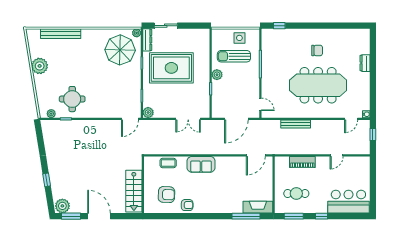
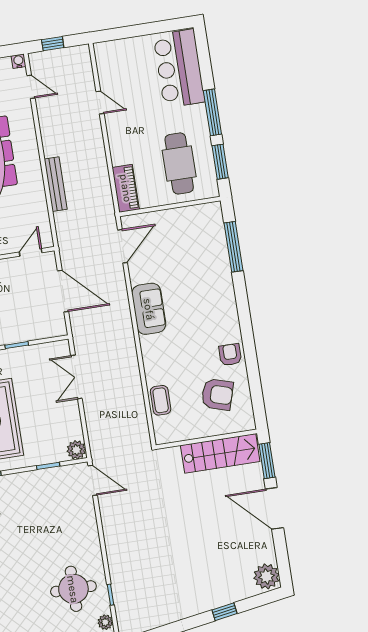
double door: (188, 119) -> (76, 377), swing flipped
door: (256, 155) -> (122, 246), hinge flipped
piano: (302, 162) -> (126, 188), moved
sofa: (201, 164) -> (149, 309), moved
cafe table: (296, 193) -> (179, 163), width x1.37, depth x1.35
armchair: (166, 195) -> (217, 394), turned 105
fireplace: (258, 207) -> (214, 228), removed
window: (71, 216) -> (267, 461), moved
door: (99, 216) -> (274, 508), hinge flipped
window: (322, 216) -> (212, 112), width x2.17

